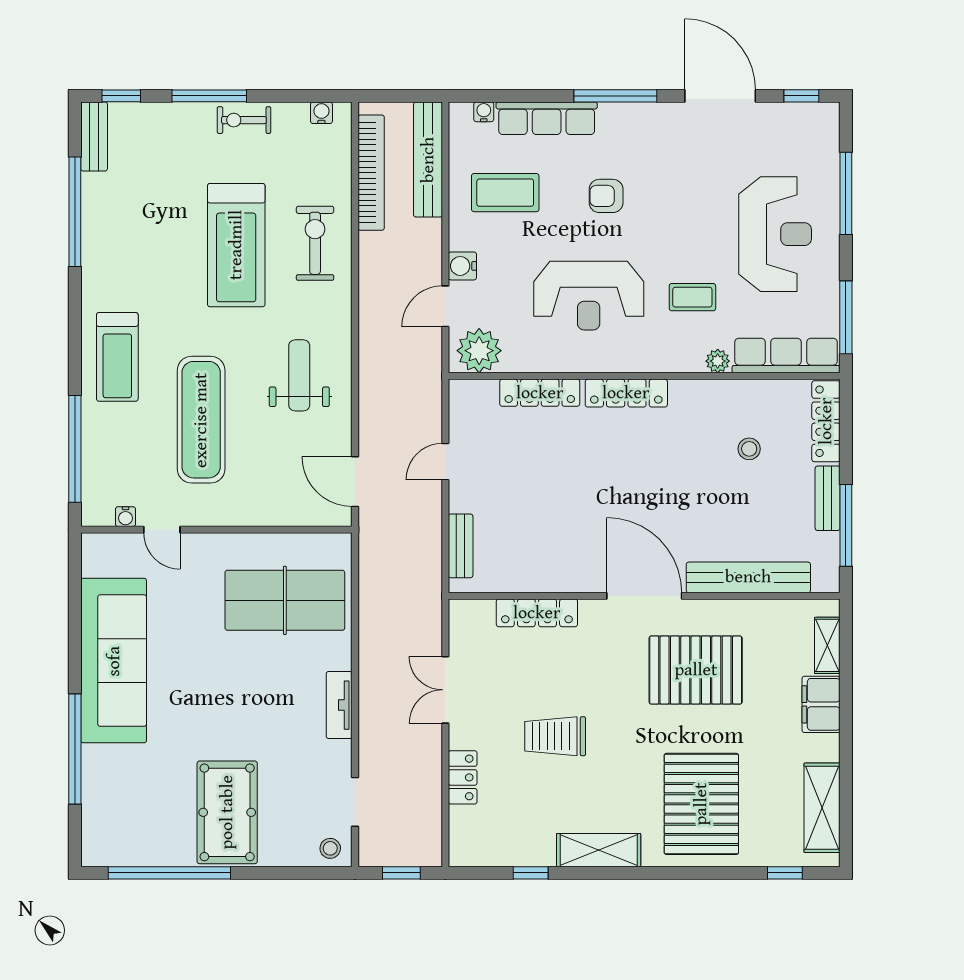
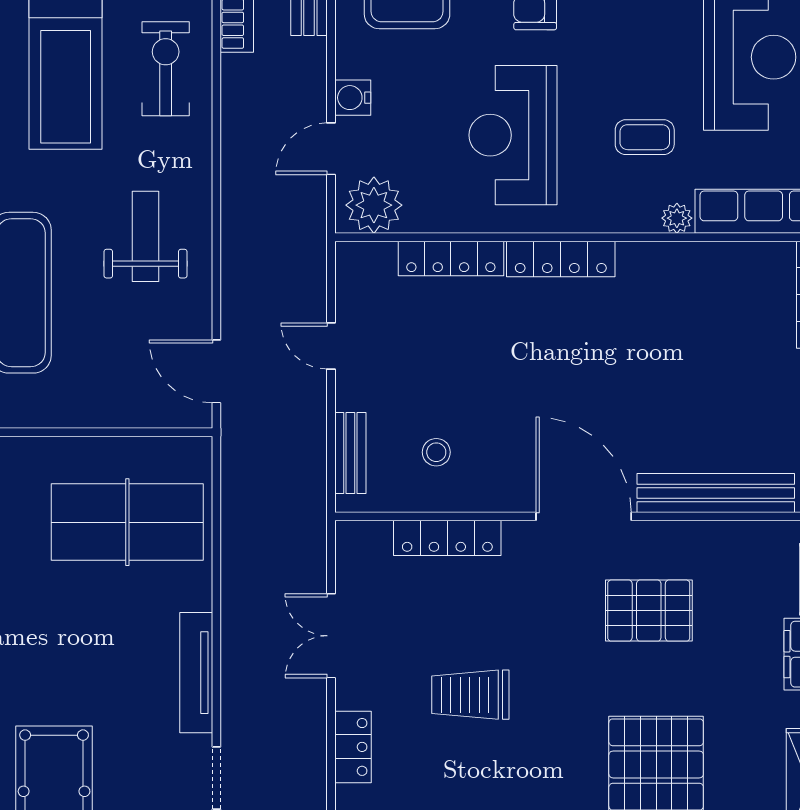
reception desk: (589, 296) -> (513, 135), turned 90
stool: (749, 449) -> (436, 452), moved
door: (445, 462) -> (331, 346), hinge flipped
pallet: (696, 670) -> (649, 611), width x0.73, depth x0.71
tv unit: (339, 705) -> (196, 673), width x1.41

